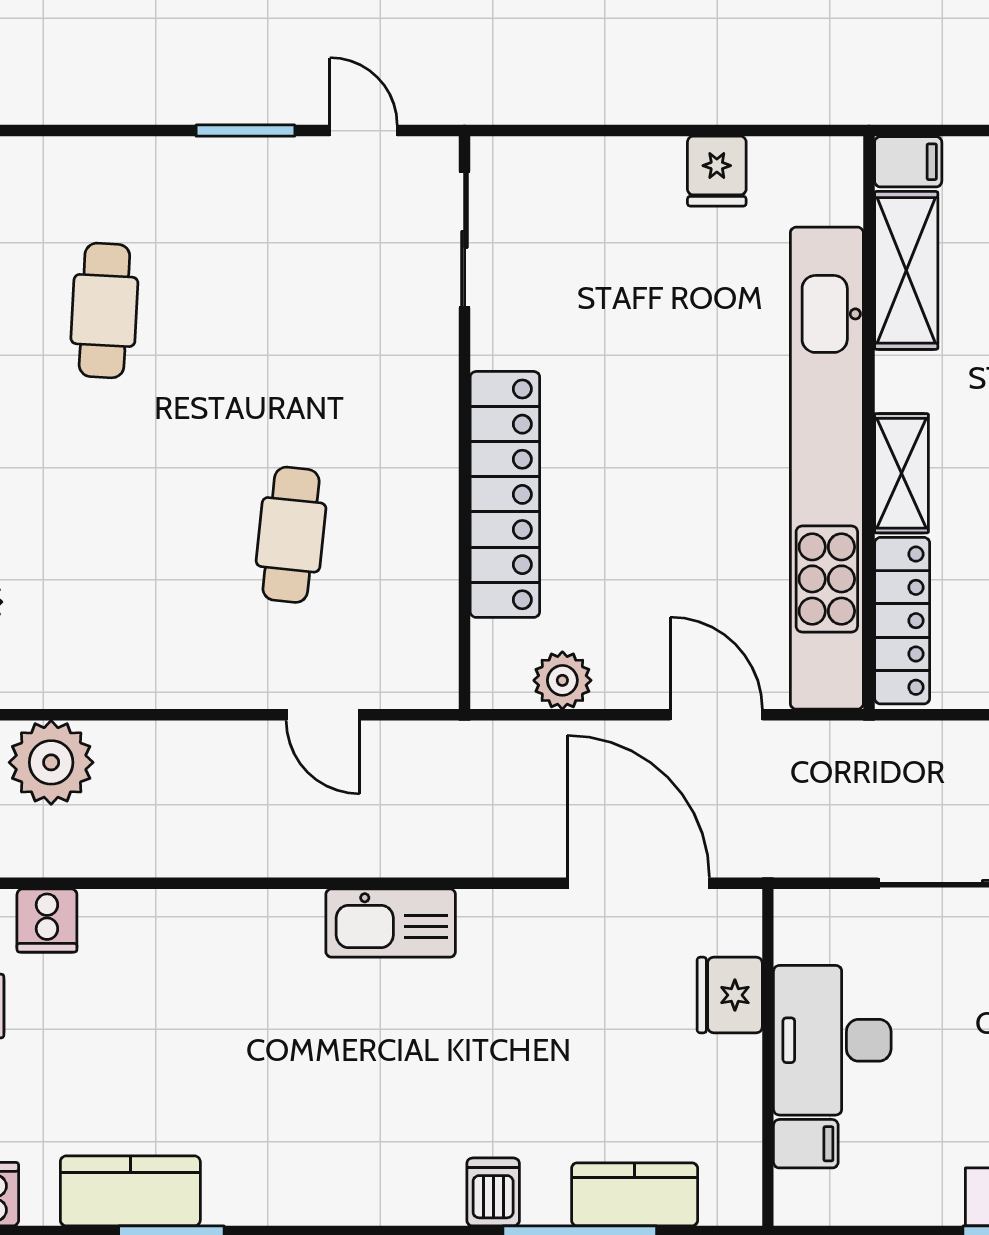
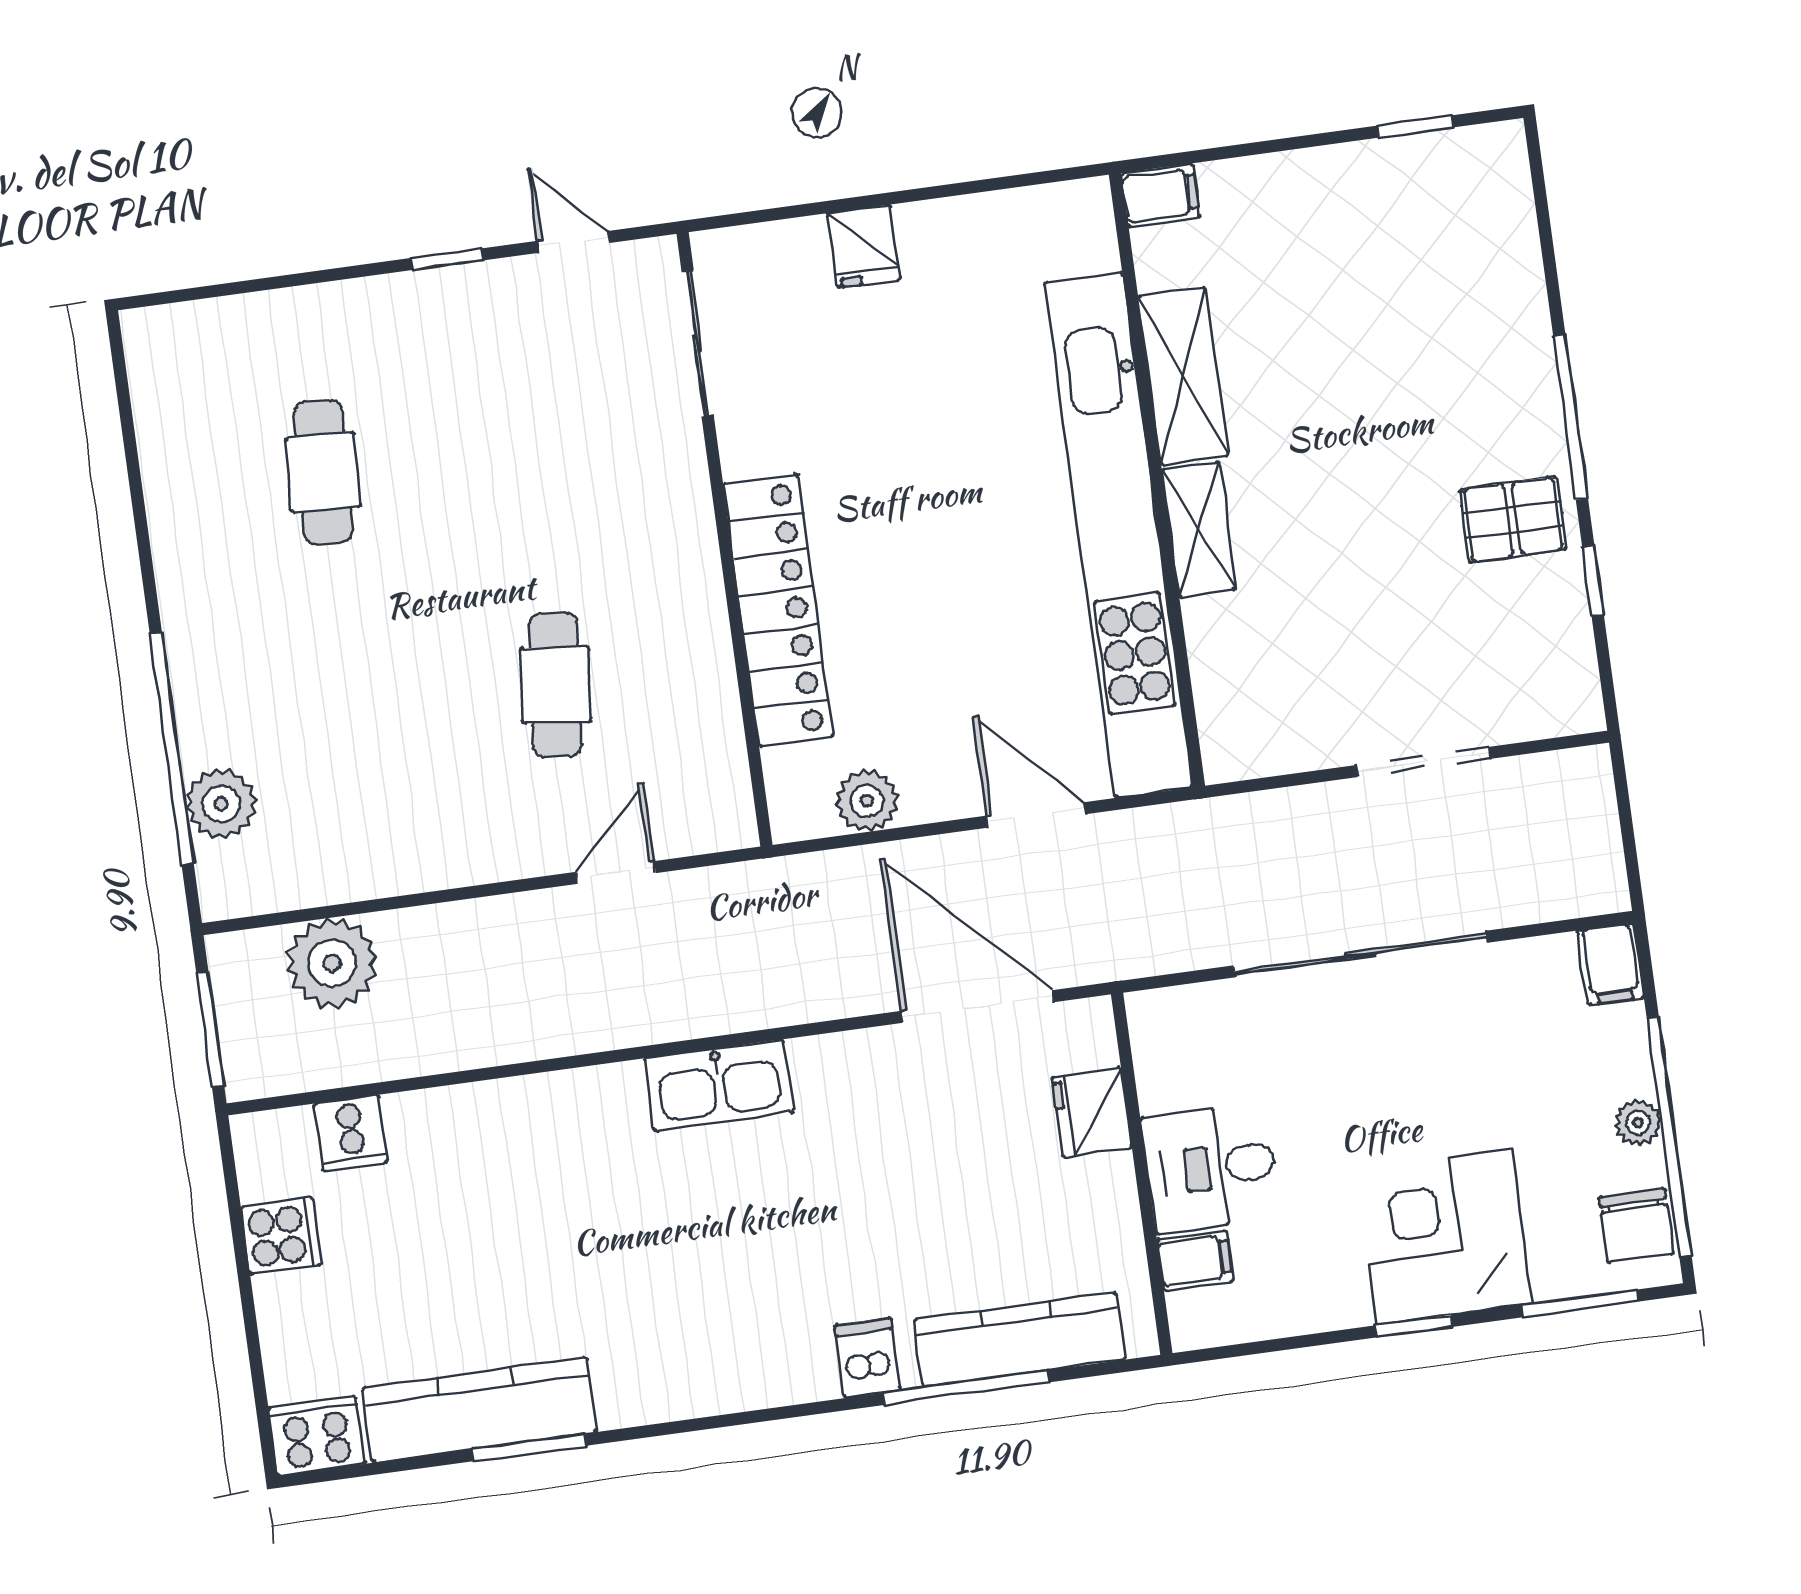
window: (245, 131) -> (447, 259), width x0.67
fridge: (717, 171) -> (864, 246), moved
shelving: (906, 270) -> (1183, 376), moved
locker: (902, 621) -> (1221, 687), removed
door: (323, 715) -> (616, 873), swing flipped
desk: (832, 1040) -> (1211, 1168), width x0.73
kitchen counter: (130, 1191) -> (480, 1410), width x1.50
kitchen counter: (635, 1194) -> (1019, 1340), width x1.50

